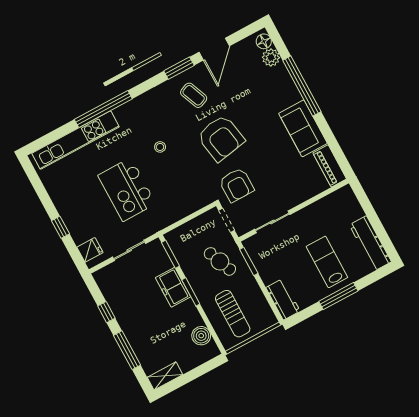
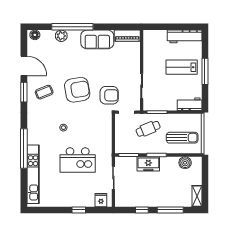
plant: (271, 57) -> (61, 36), moved

